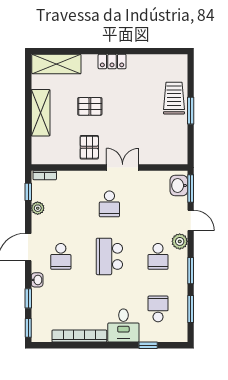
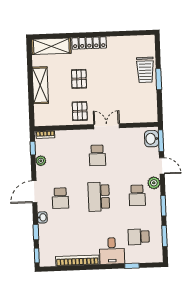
locker: (112, 61) -> (89, 43), width x1.53
trolley: (174, 98) -> (145, 70), turned 180
pallet: (90, 106) -> (79, 79), turned 90
school desk: (158, 309) -> (139, 237), turned -90

